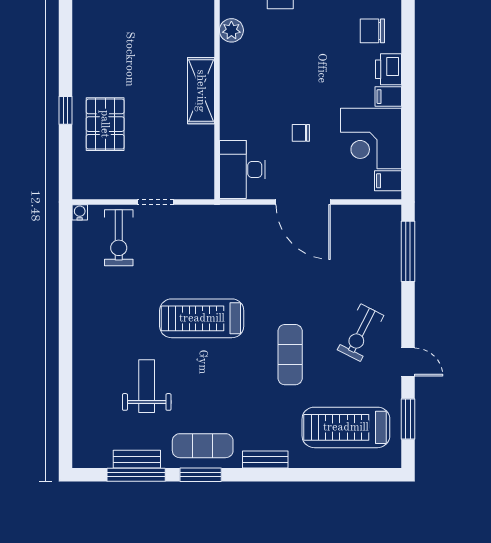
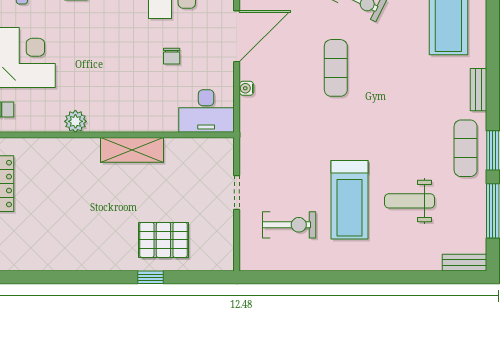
door: (303, 202) -> (237, 36), moved
water cooler: (80, 212) -> (246, 88), moved
exercise bike: (119, 238) -> (289, 225), moved
treadmill: (202, 318) -> (349, 200), moved
exercise mat: (290, 355) -> (336, 68), moved, turned 90
bench: (137, 459) -> (464, 263), moved, turned 90

